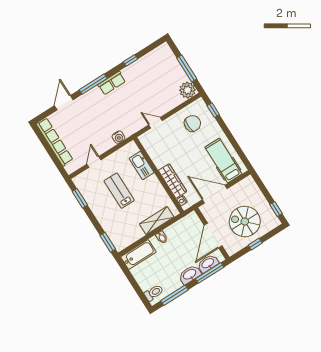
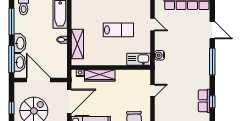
row of seats: (112, 83) -> (204, 101), moved
kitchen sink: (142, 165) -> (139, 59), moved

